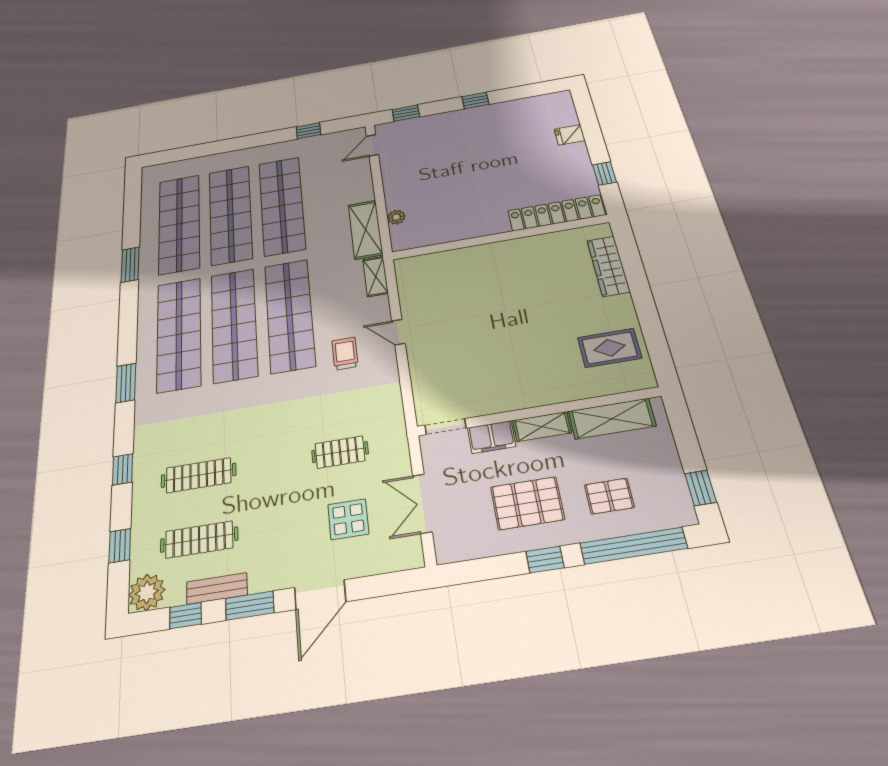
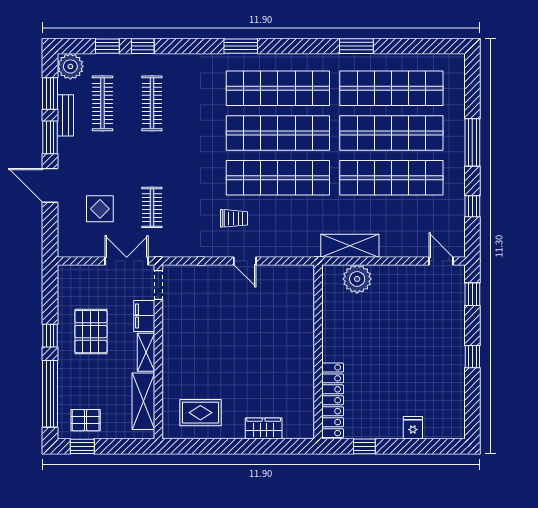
window: (239, 143) -> (472, 142), added
plant: (396, 217) -> (357, 279), width x1.87, depth x1.87
wardrobe: (608, 266) -> (264, 428), width x0.67
shelving: (375, 276) -> (301, 249), removed
door: (398, 332) -> (245, 261), swing flipped
rug: (610, 348) -> (200, 413), turned 90
window: (123, 469) -> (143, 46), moved
pallet: (609, 496) -> (86, 420), moved, turned 90
double door: (422, 503) -> (127, 261), moved
window: (185, 616) -> (50, 93), width x1.50

